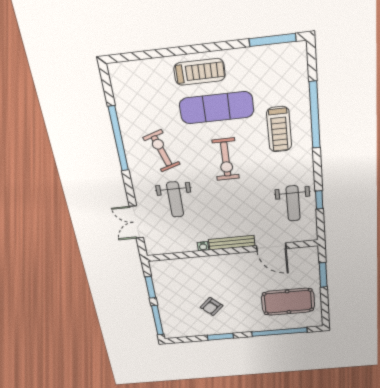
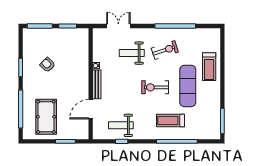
treadmill: (199, 72) -> (209, 67), moved

